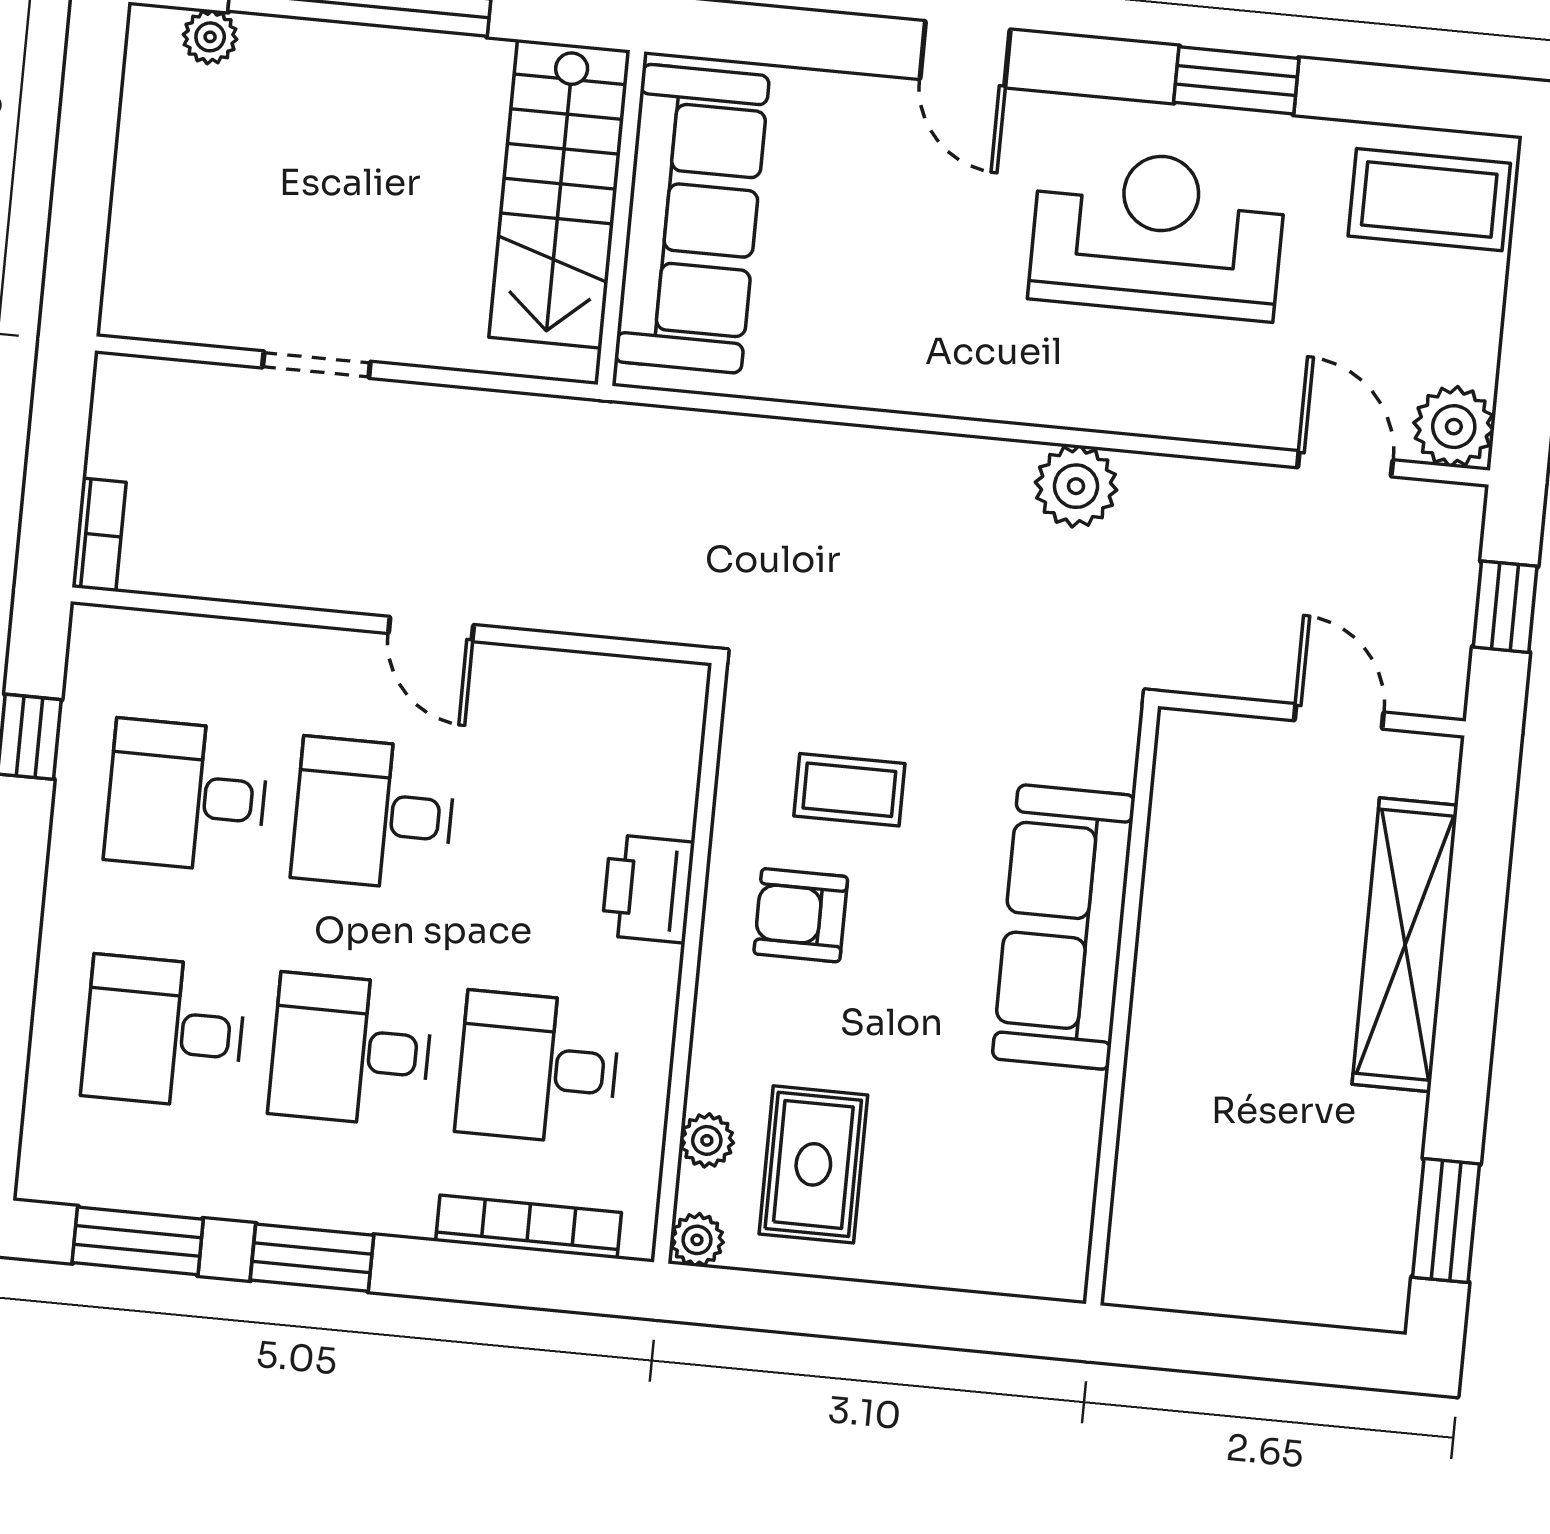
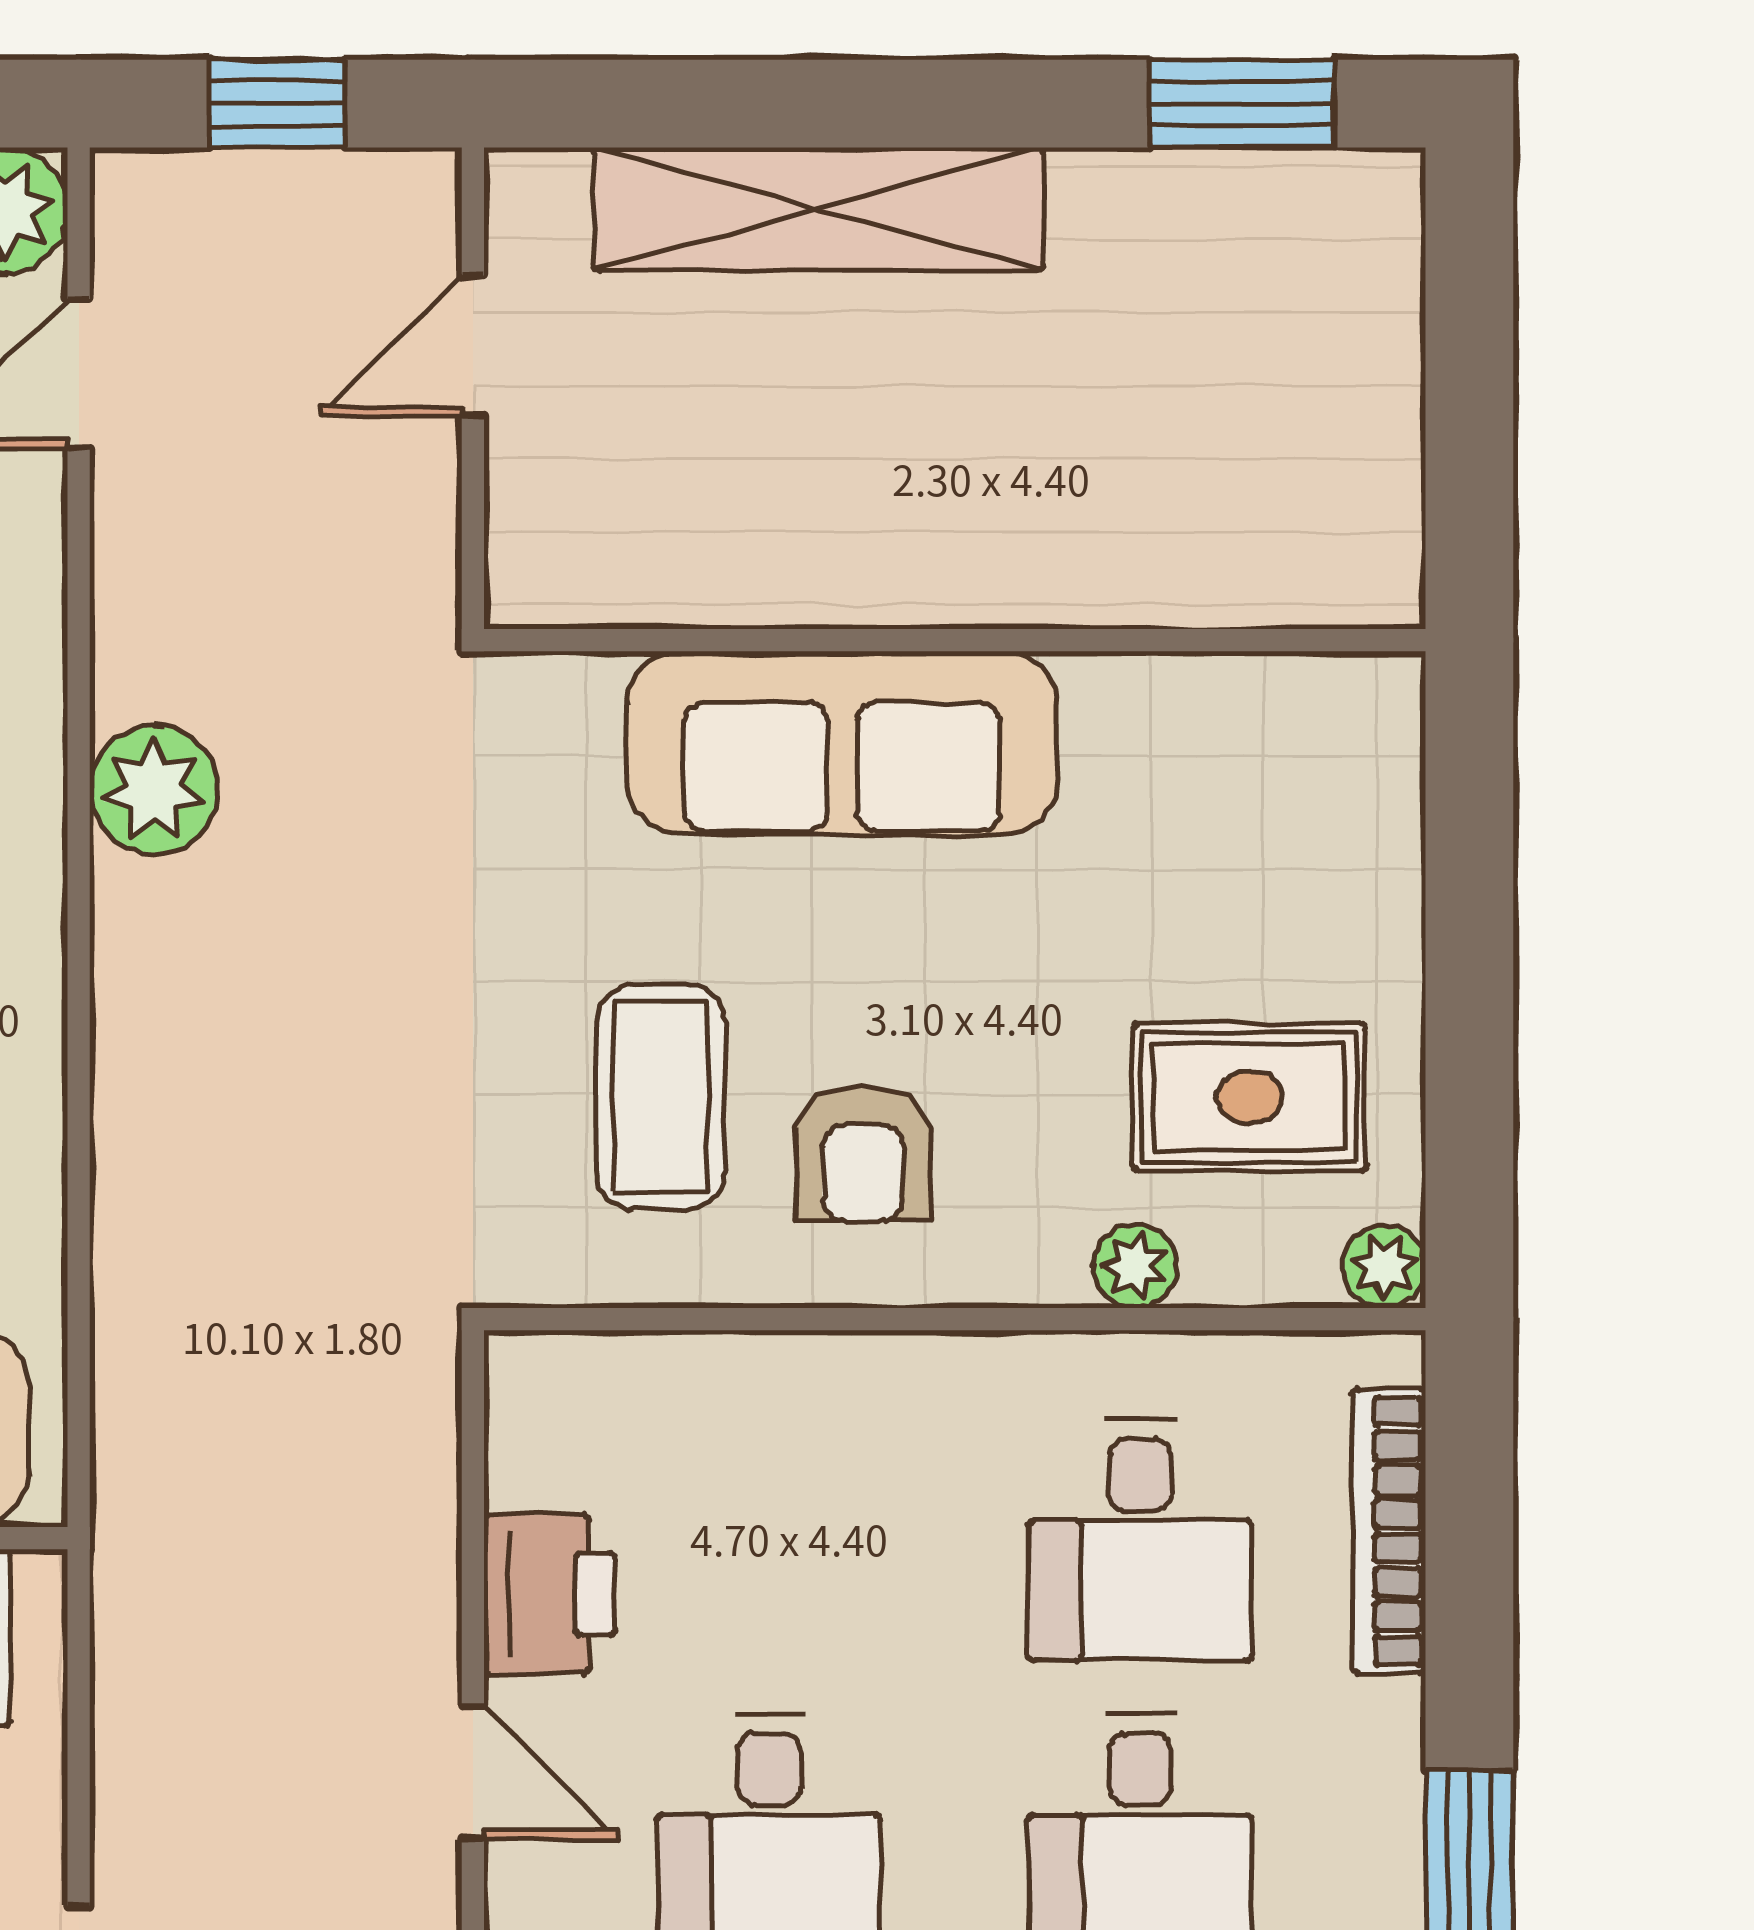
door: (431, 629) -> (473, 1772), hinge flipped
coffee table: (849, 790) -> (660, 1097), width x1.36, depth x1.30
printer: (648, 889) -> (549, 1594), moved, turned -90
plant: (707, 1140) -> (1135, 1266), moved

